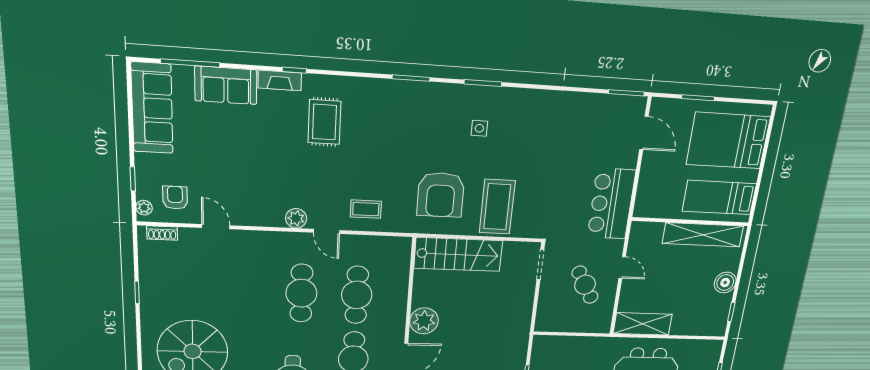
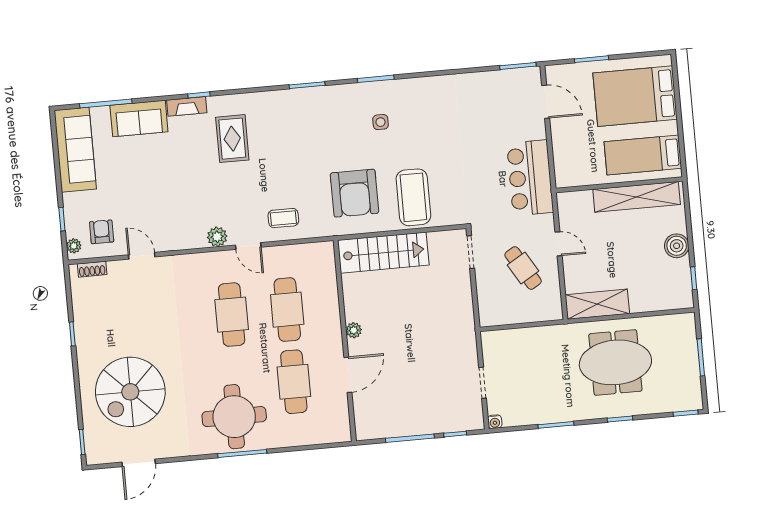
plant: (424, 321) -> (354, 330), width x0.53, depth x0.53

